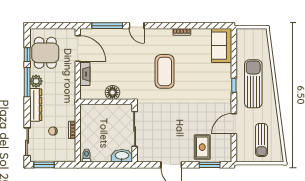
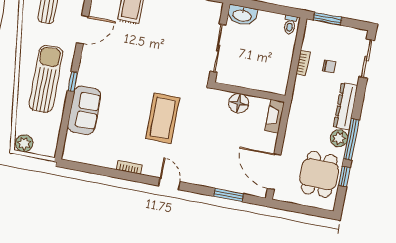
window: (107, 26) -> (228, 195), width x0.69
door: (137, 26) -> (169, 184), moved
plant: (260, 35) -> (24, 143), added
sofa: (222, 46) -> (84, 110), moved
fireplace: (85, 74) -> (275, 116), moved
sun lounger: (253, 84) -> (46, 79), turned 180
window: (44, 165) -> (328, 19), moved

